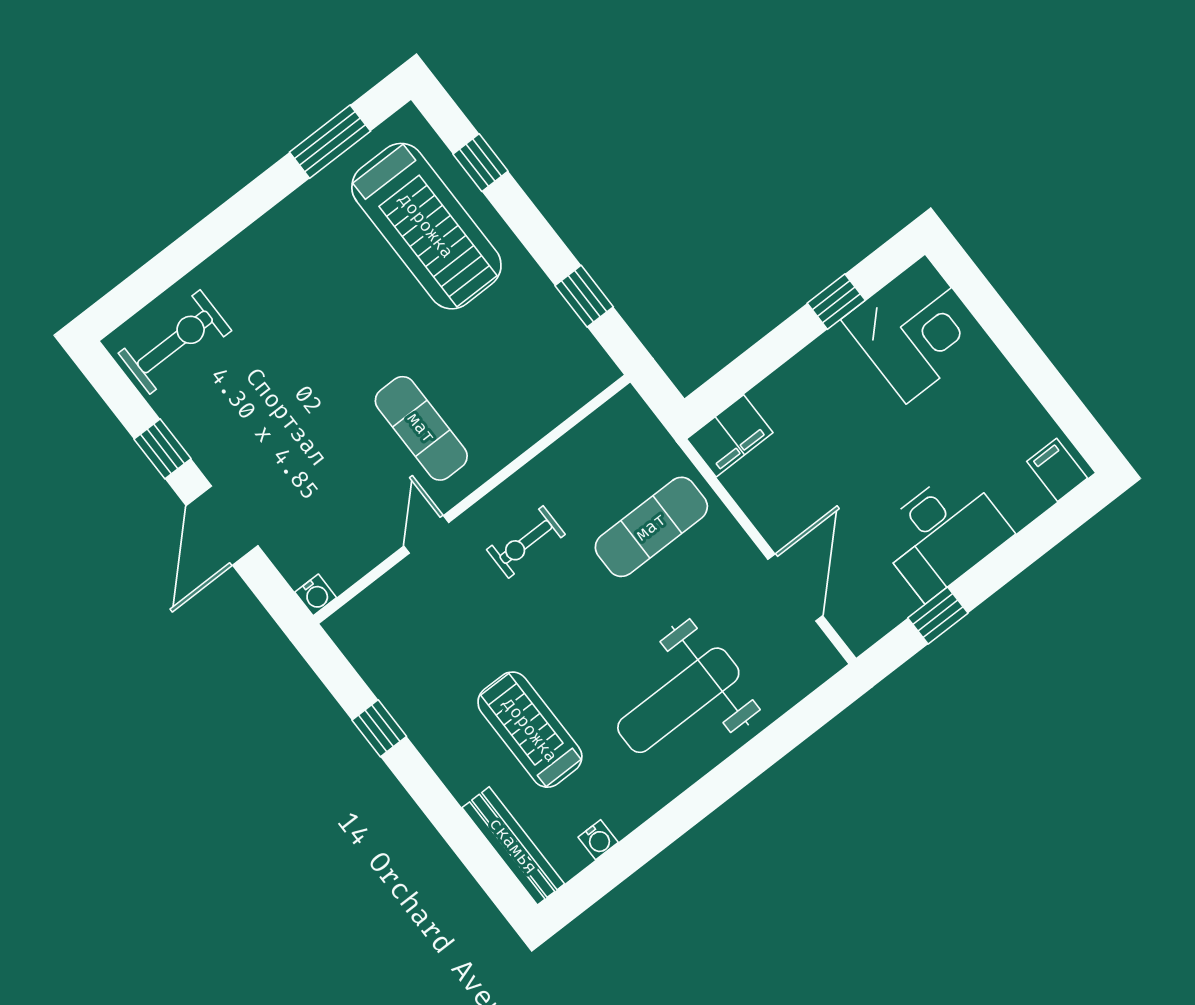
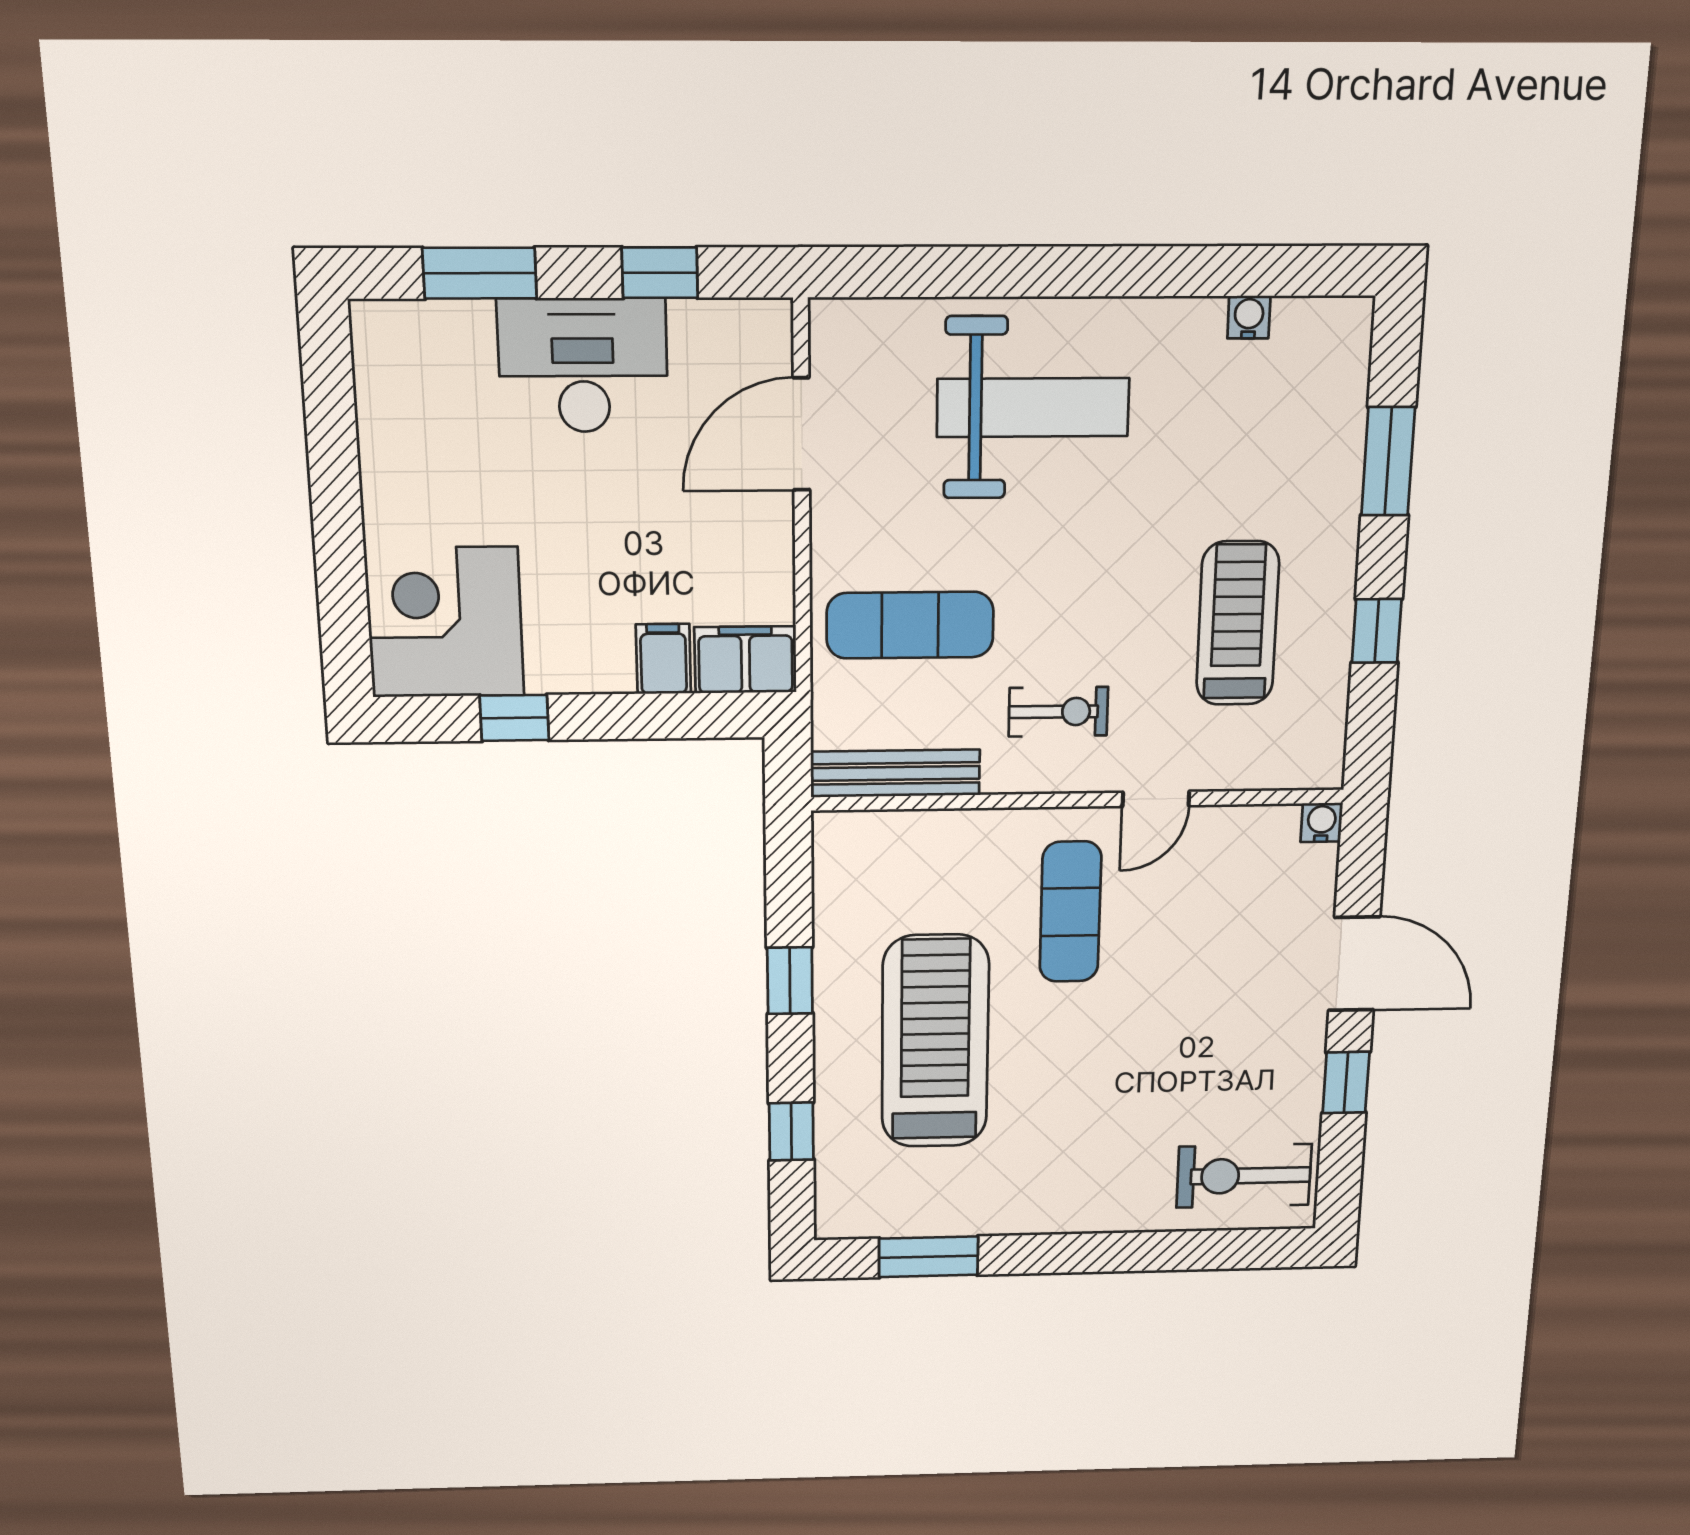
treadmill: (426, 226) -> (935, 1042), moved
window: (584, 296) -> (790, 981), moved
filing cabinet: (1057, 470) -> (663, 659), moved, turned 180
door: (222, 526) -> (1354, 964), hinge flipped
window: (1034, 541) -> (480, 273), added
treadmill: (530, 730) -> (1238, 623), moved, turned 180
window: (454, 825) -> (1388, 461), added
bench: (513, 846) -> (895, 773), moved, turned 90

